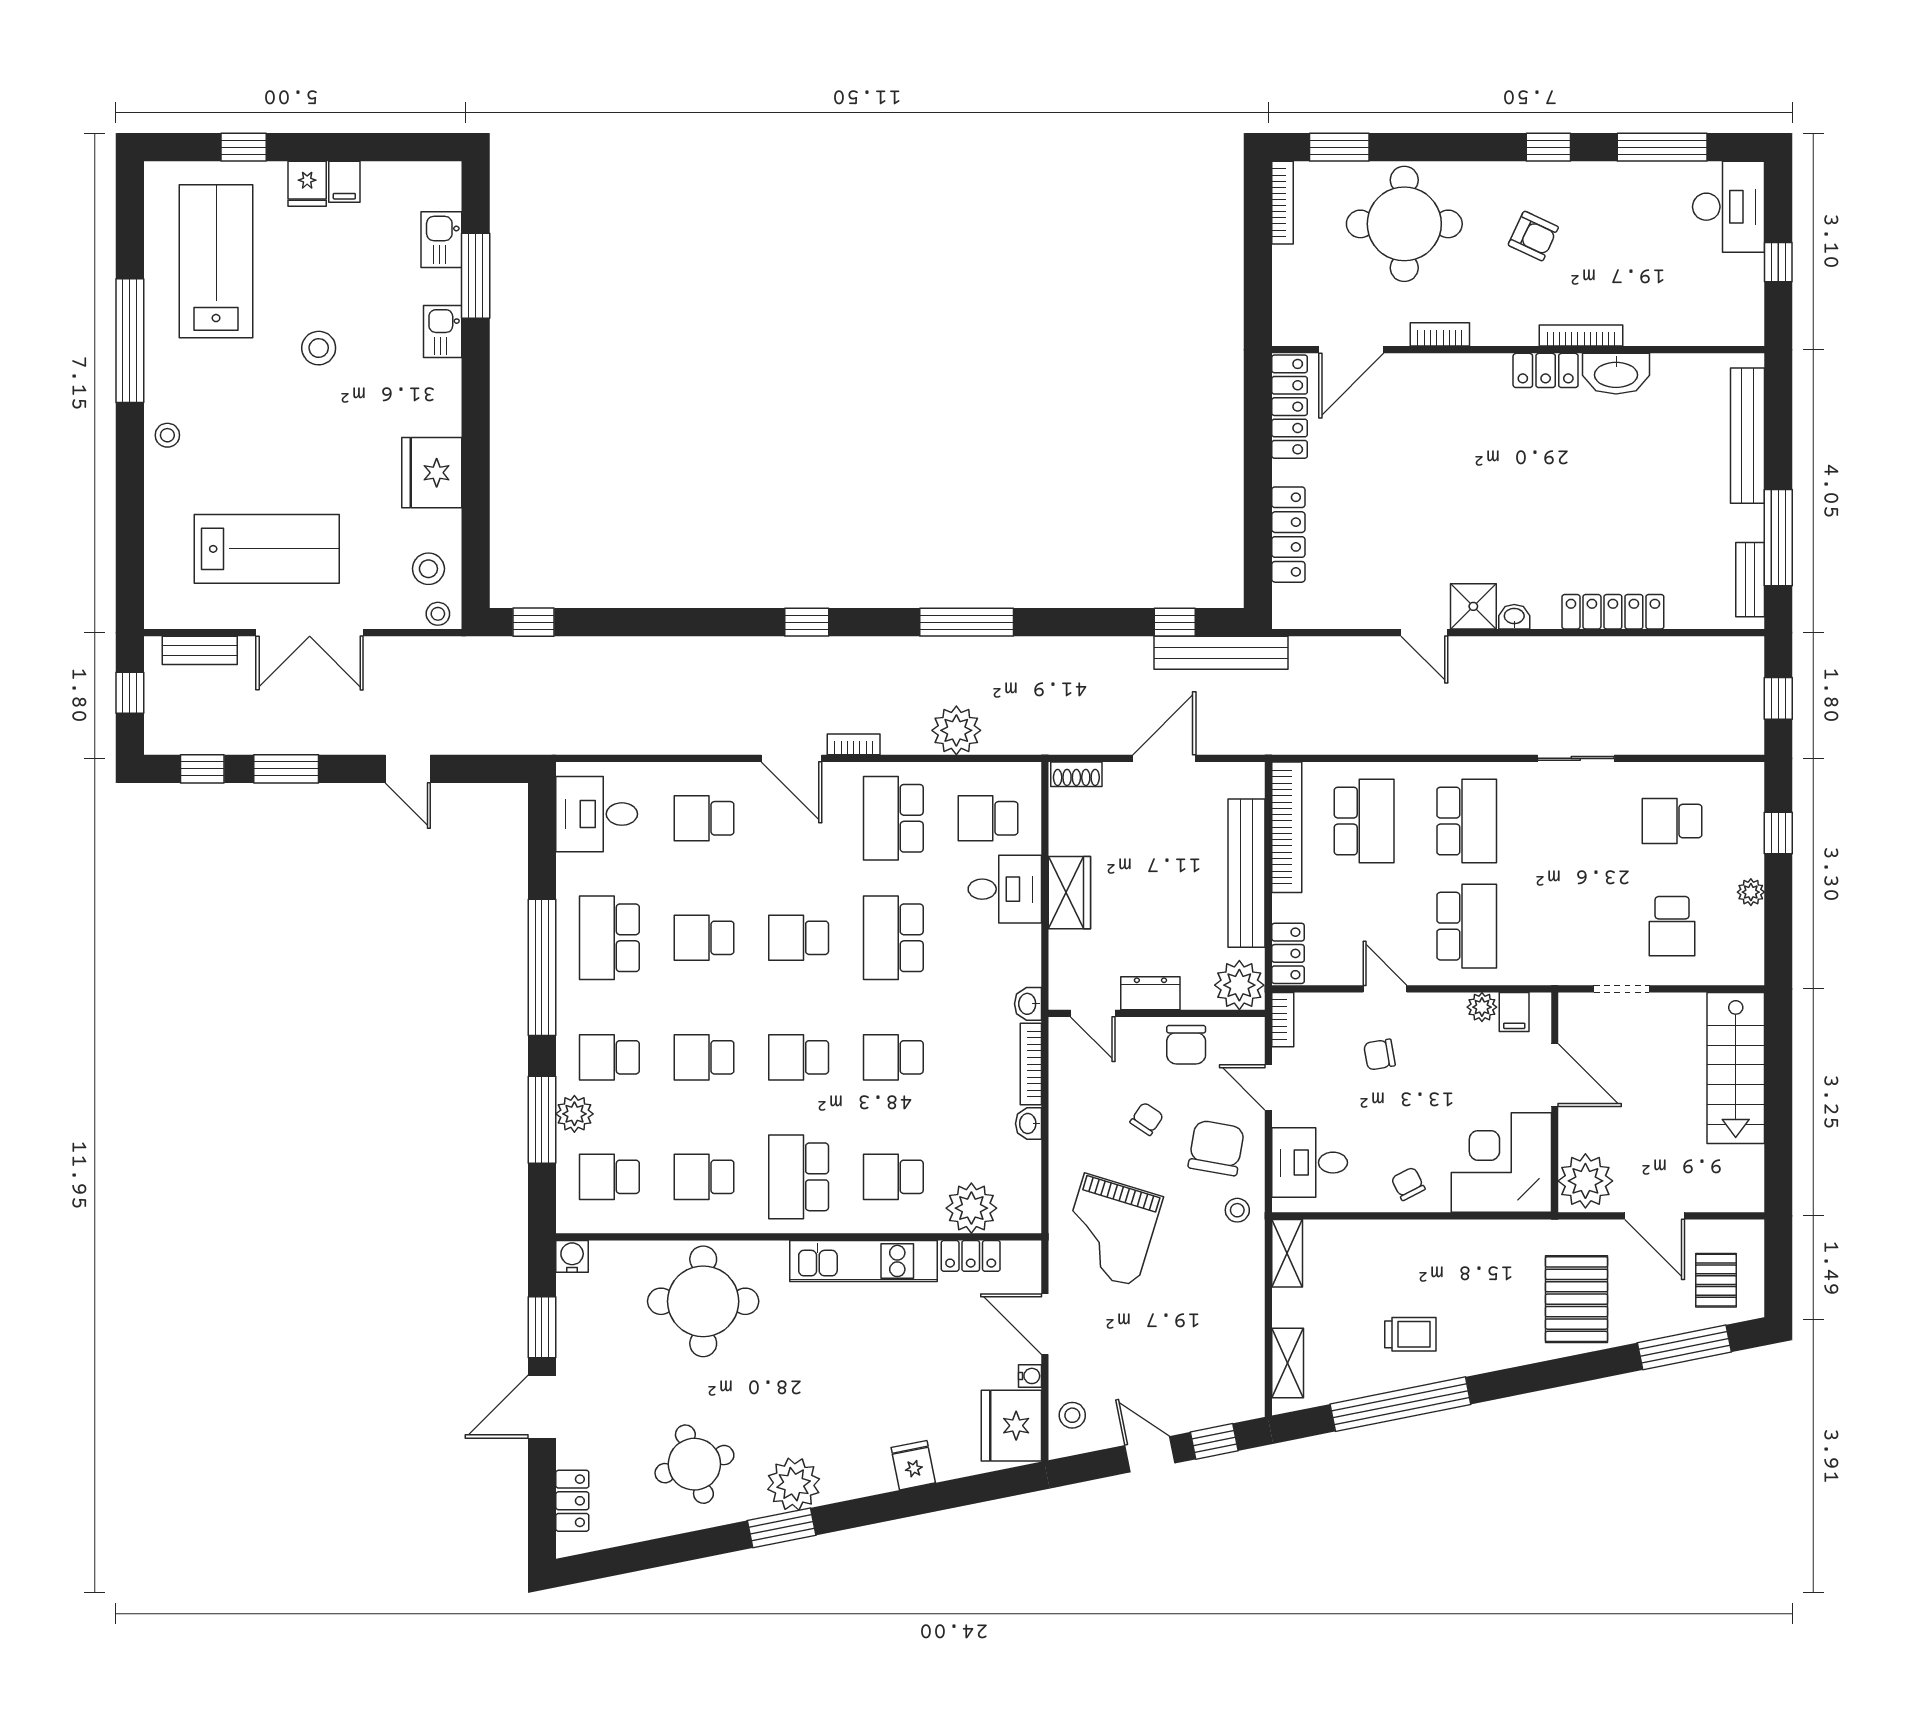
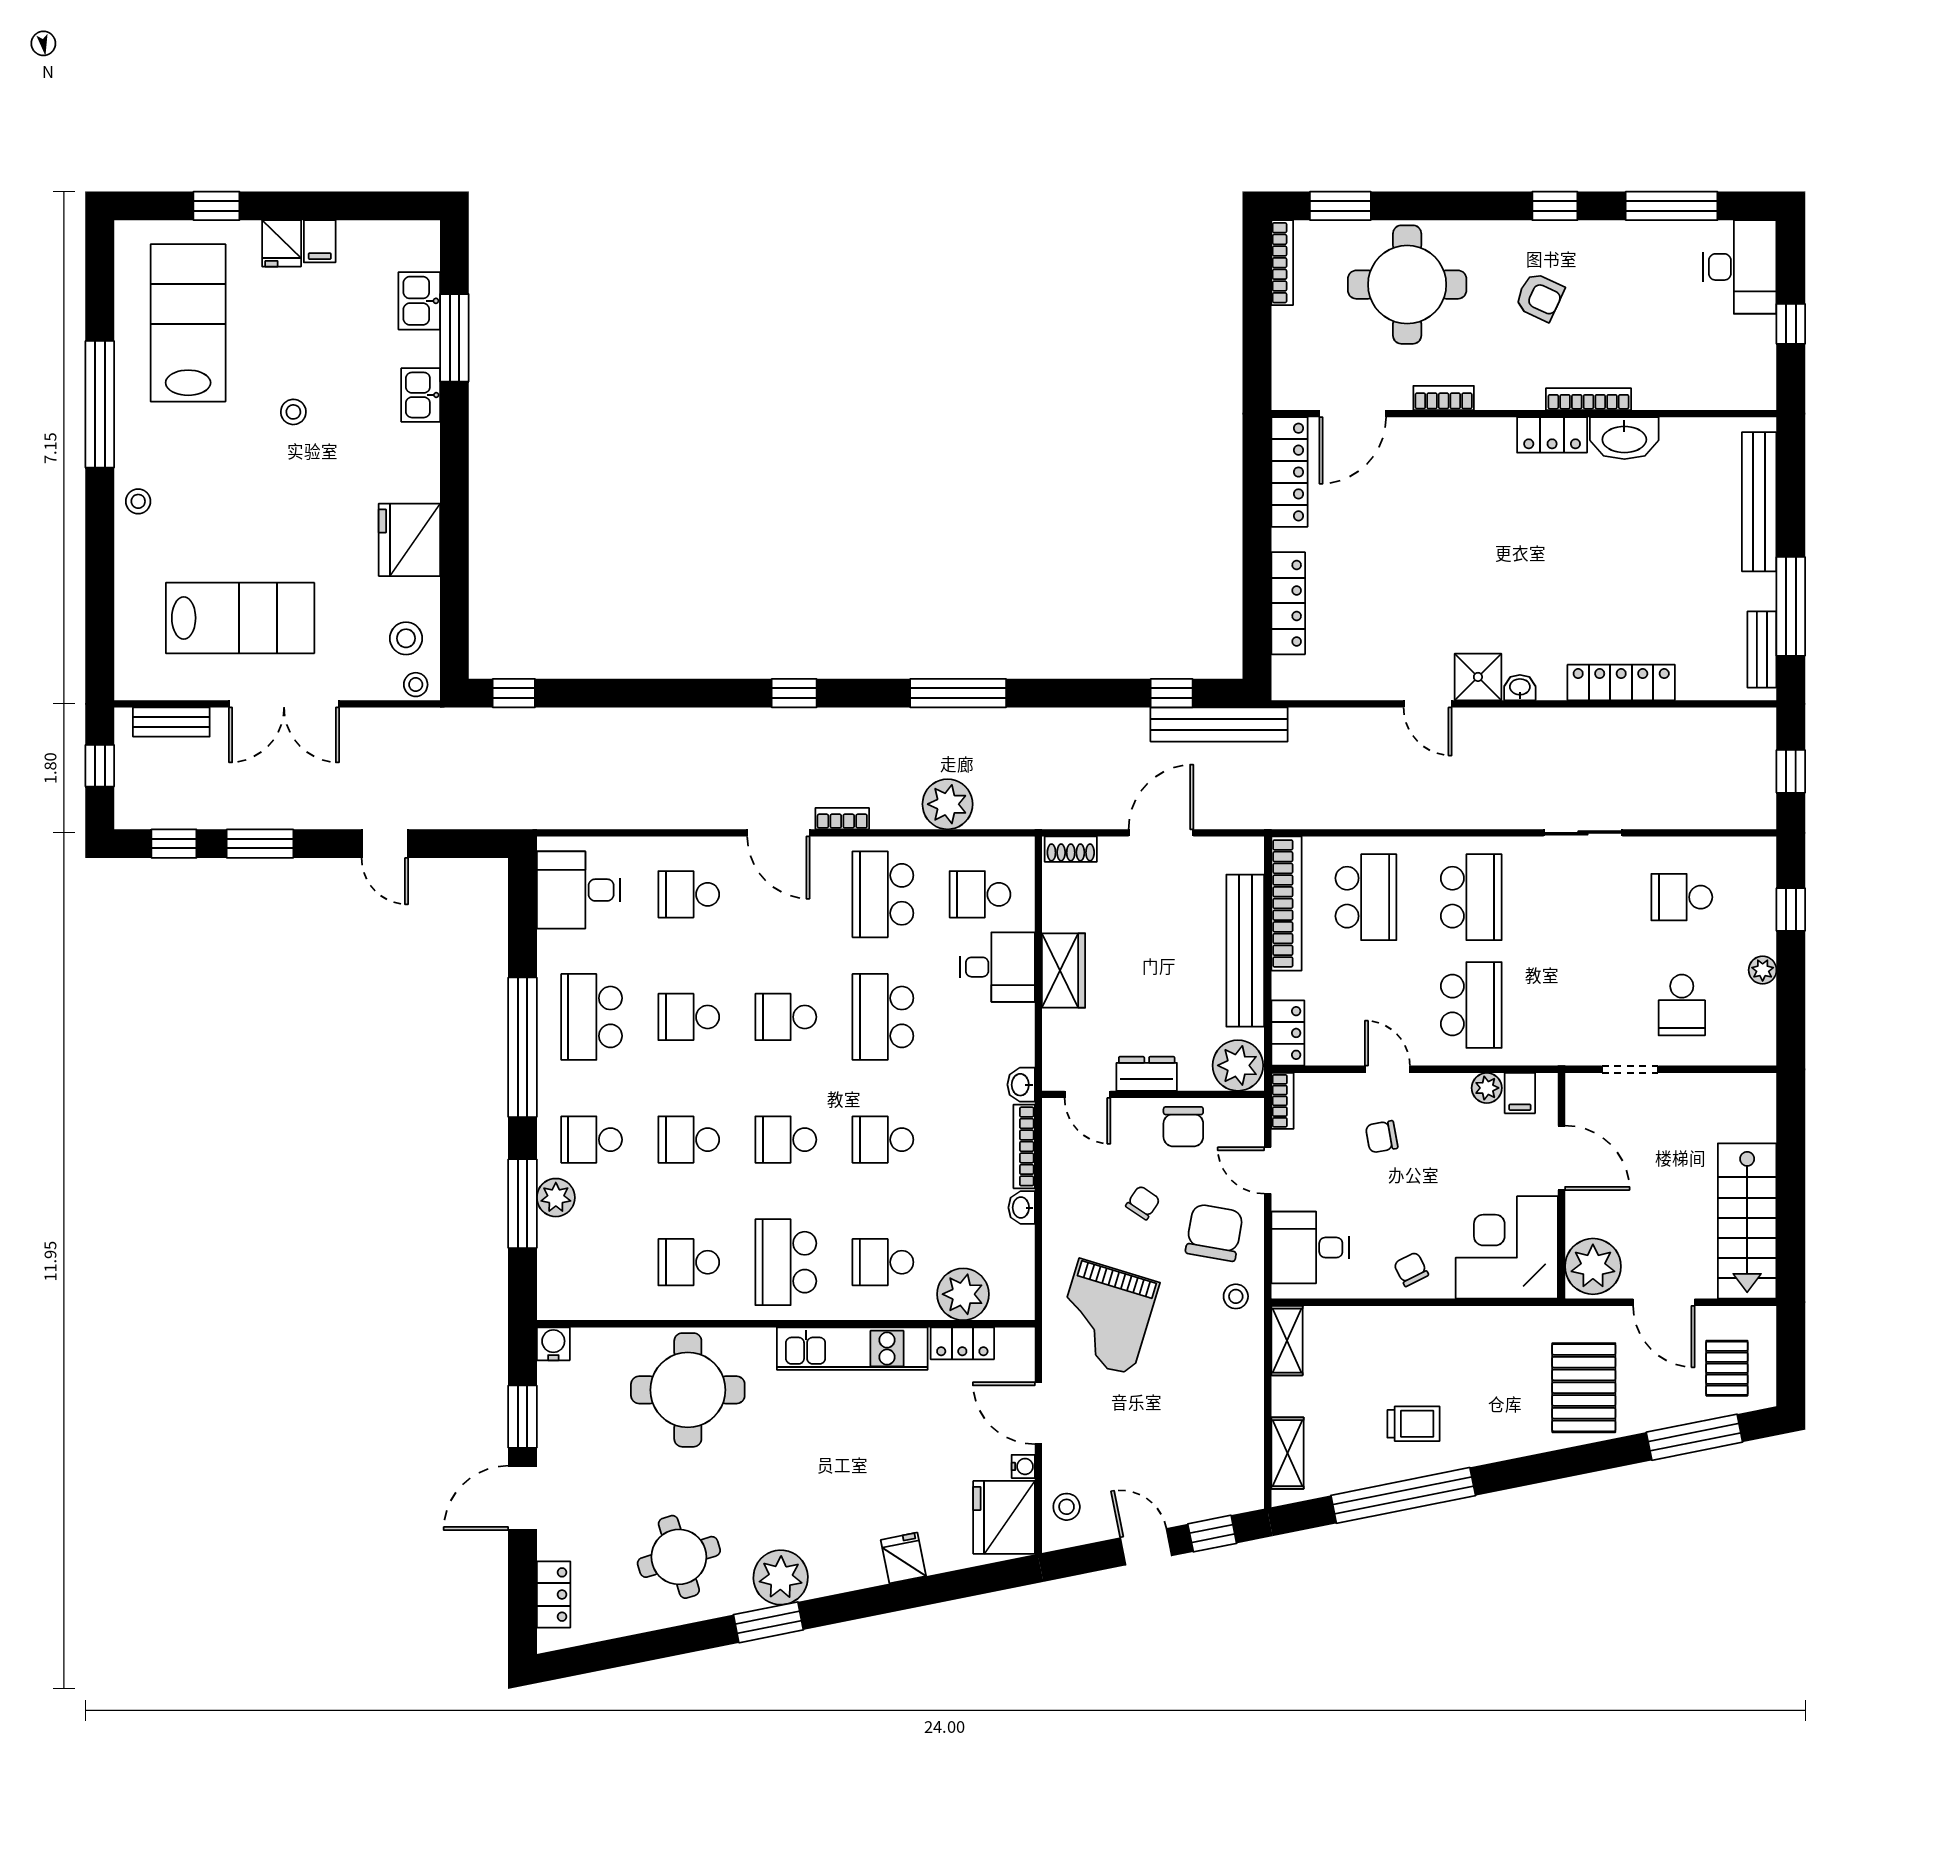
stool: (319, 348) -> (293, 412), width x0.73, depth x0.73
stairs: (1736, 1068) -> (1747, 1221), moved
school desk: (609, 1177) -> (592, 1262), removed

